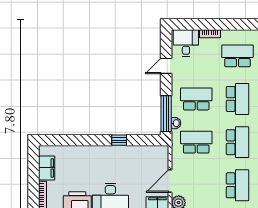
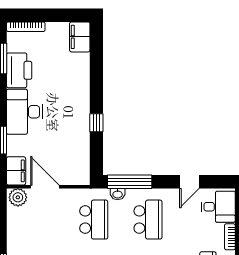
door: (166, 66) -> (189, 182), swing flipped
filing cabinet: (47, 168) -> (80, 37), moved, turned 90

